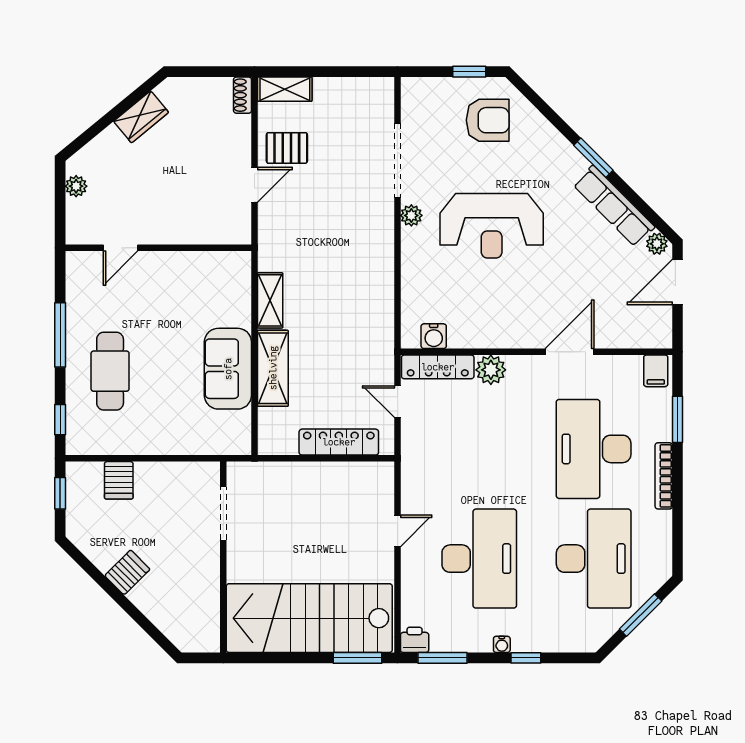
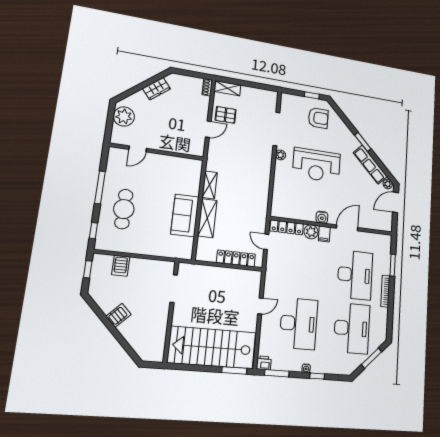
plant: (76, 186) -> (124, 116), width x1.88, depth x1.88
water cooler: (434, 336) -> (322, 217), moved
filing cabinet: (656, 371) -> (324, 234), moved
desk: (594, 449) -> (355, 275), turned 180

